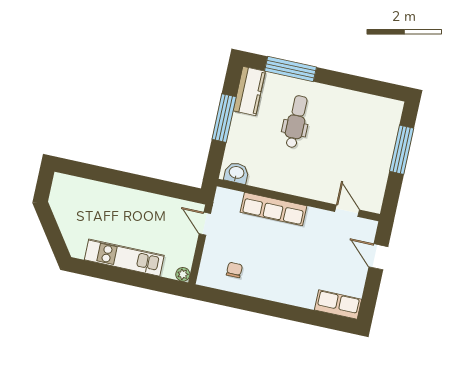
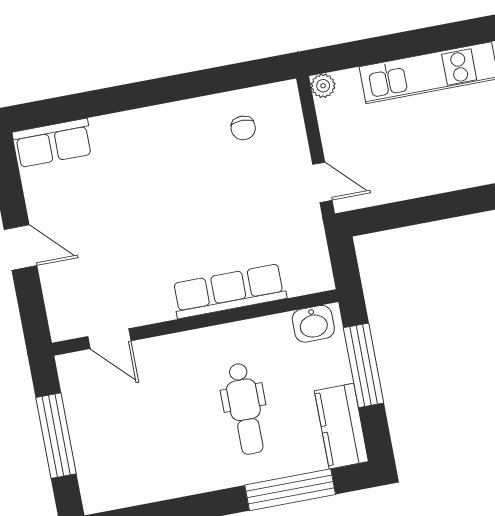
washbasin: (236, 173) -> (313, 324), moved
wall: (298, 200) -> (195, 322), moved
row of seats: (274, 209) -> (229, 291), moved
door: (347, 211) -> (109, 339), moved

